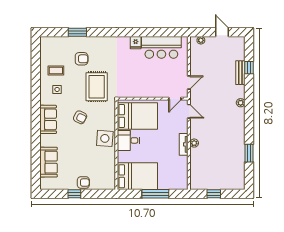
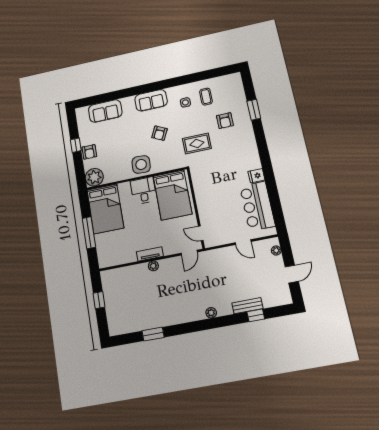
door: (189, 83) -> (243, 242), moved
rug: (97, 87) -> (197, 144), width x0.73, depth x0.70
plant: (107, 182) -> (94, 177), added

